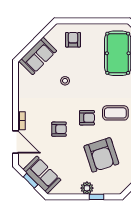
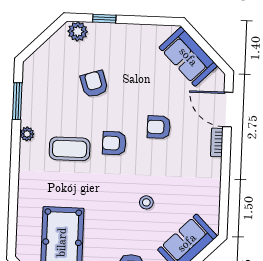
armchair: (101, 155) -> (94, 84), width x0.53, depth x0.53
window: (31, 181) -> (207, 48), removed
plant: (87, 188) -> (78, 31), moved

